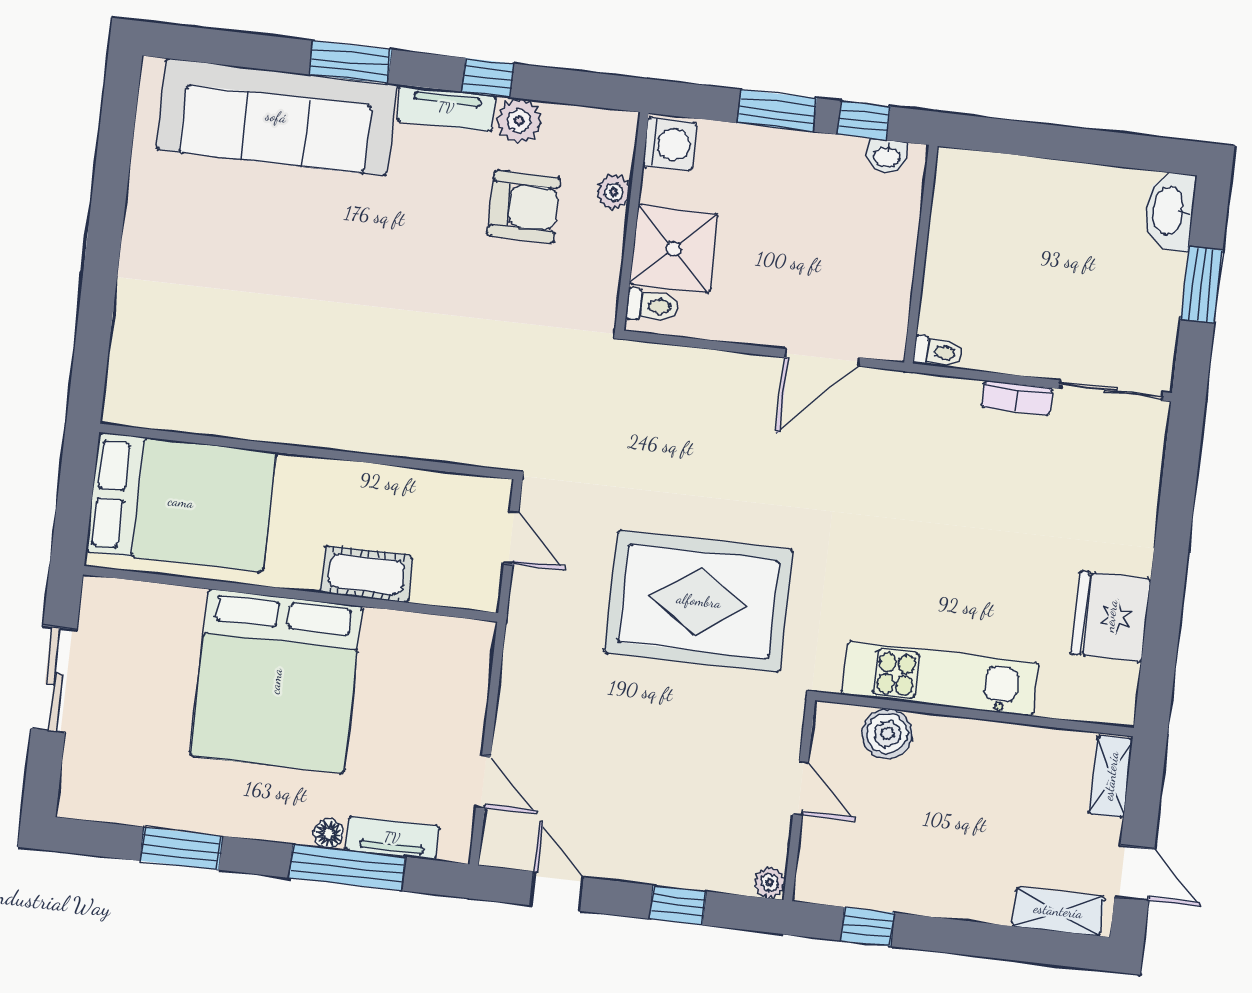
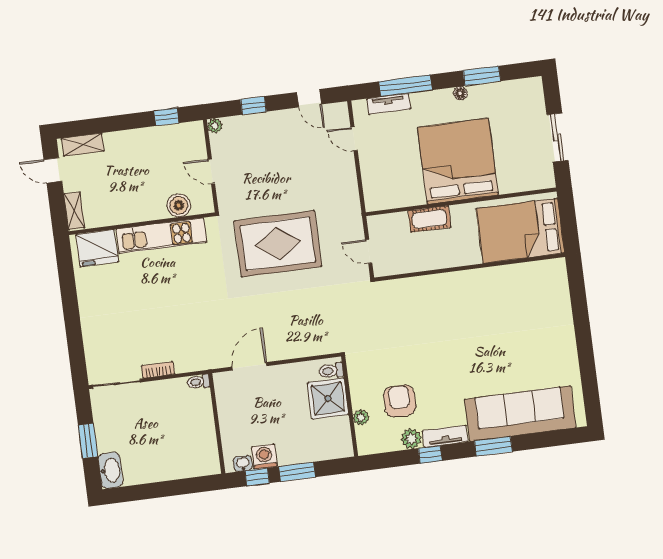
washing machine: (670, 144) -> (264, 457), moved, turned 90
armchair: (524, 206) -> (400, 401), turned 90
fridge: (1111, 616) -> (97, 248), moved, turned 90
floor lamp: (329, 834) -> (460, 93), moved

